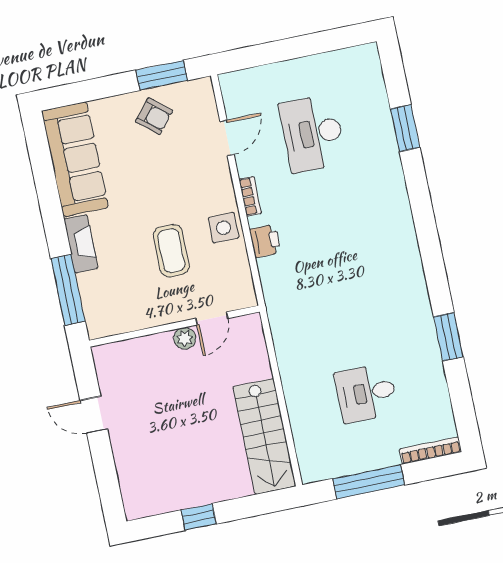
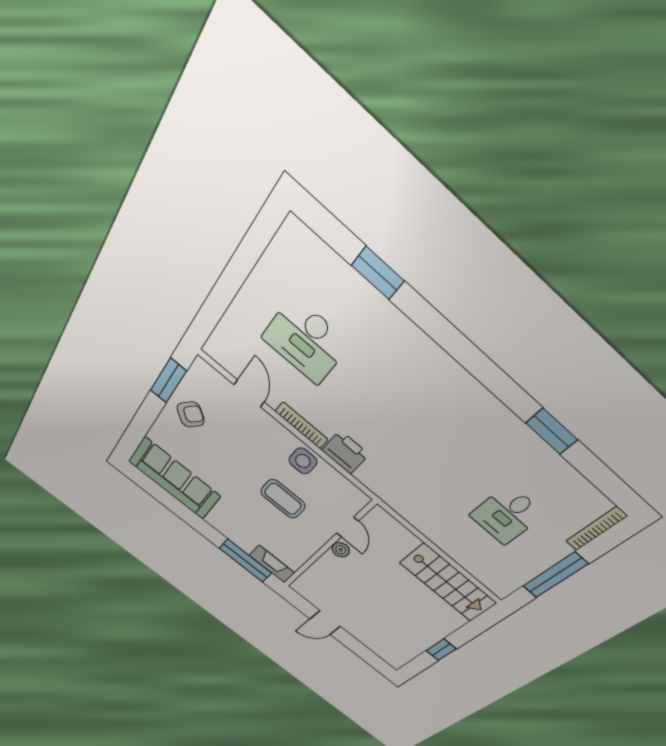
bookcase: (250, 196) -> (302, 425), width x1.56
printer: (265, 241) -> (345, 452), width x1.36, depth x1.24
fireplace: (81, 244) -> (272, 564), moved

